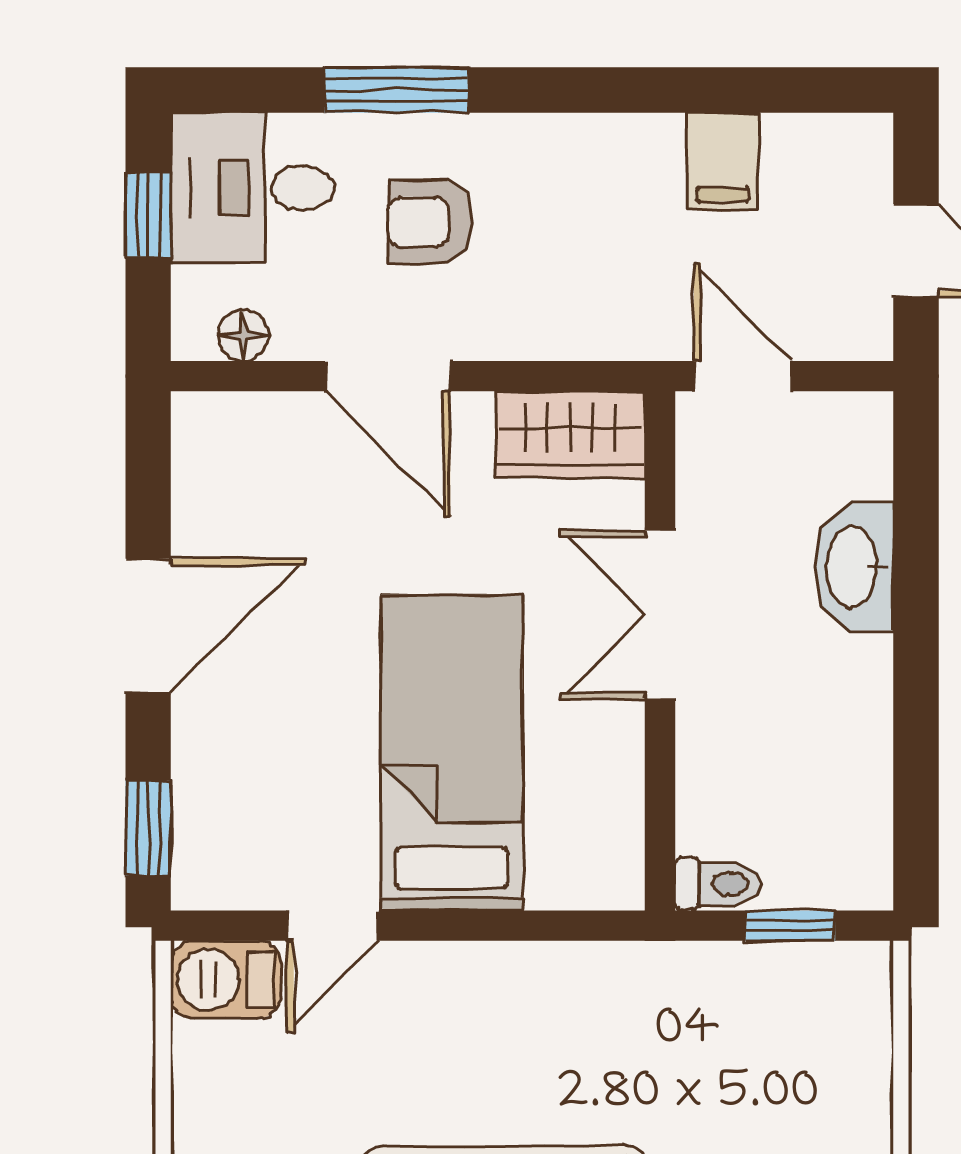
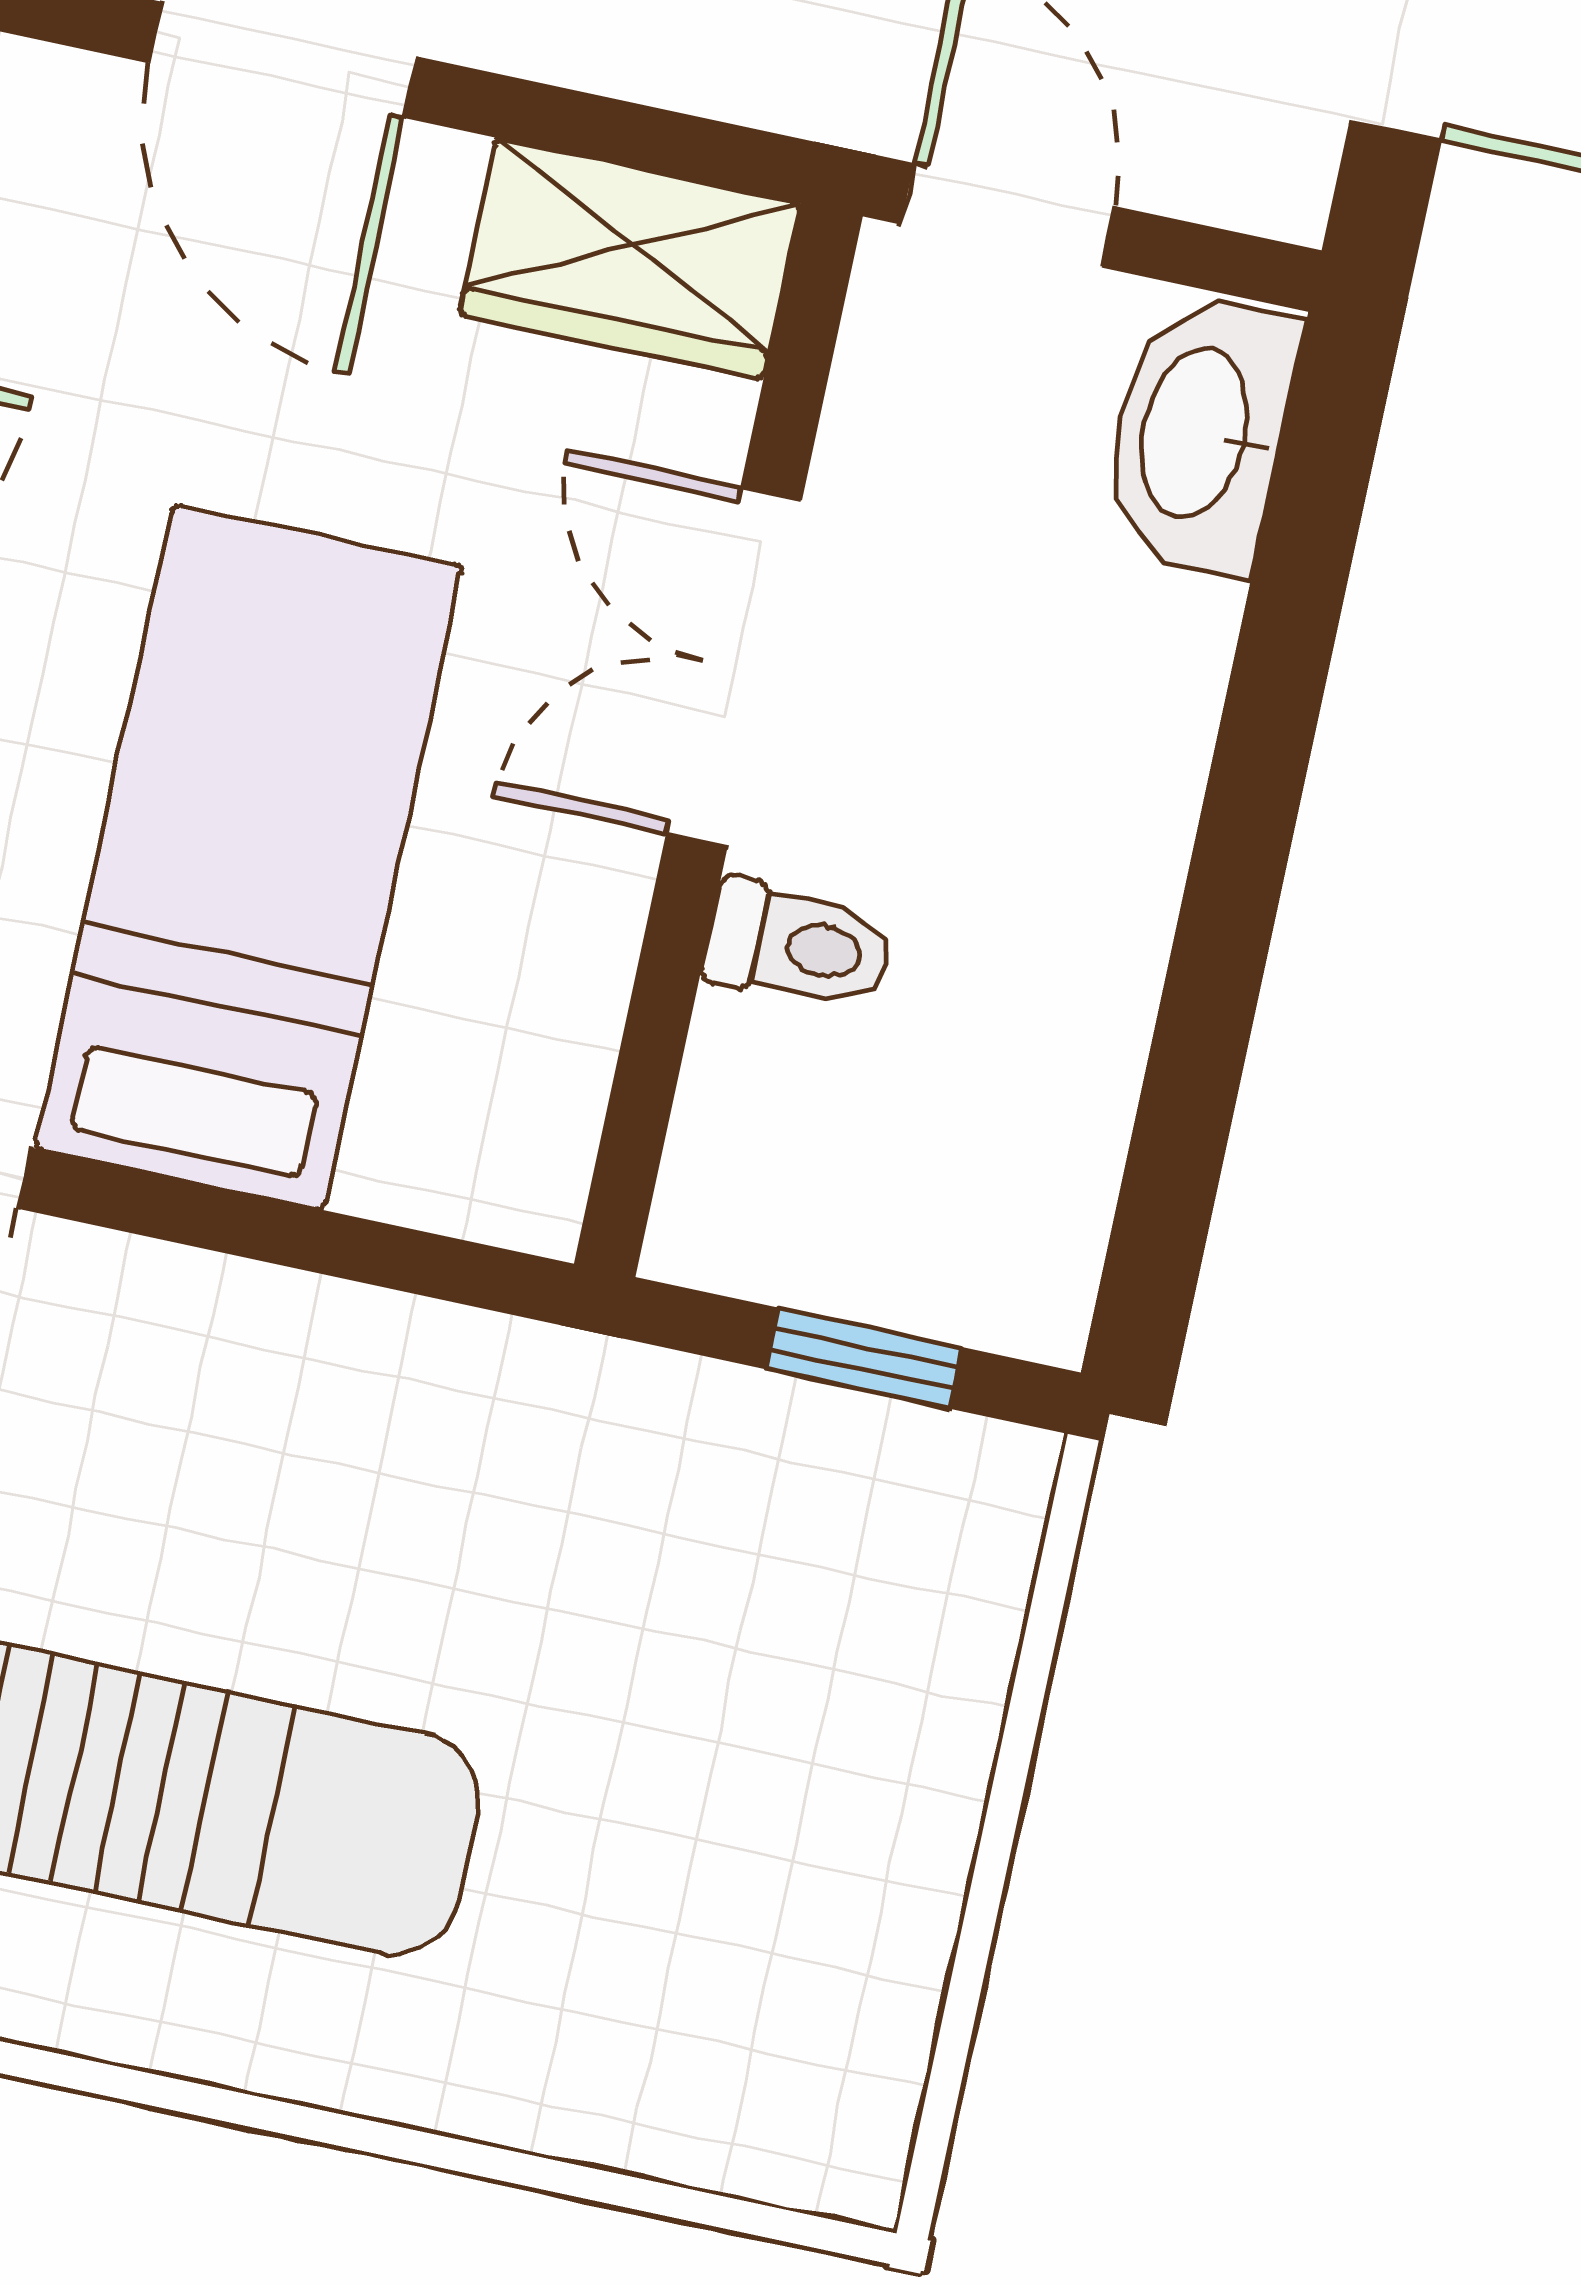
washbasin: (854, 567) -> (1199, 434), moved
toilet: (718, 884) -> (799, 946), moved

